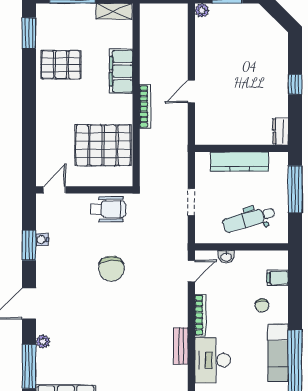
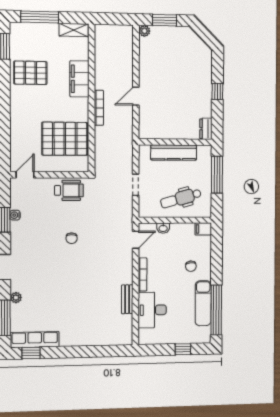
chair: (111, 269) -> (72, 238), width x0.54, depth x0.54
filing cabinet: (278, 278) -> (203, 229), moved

